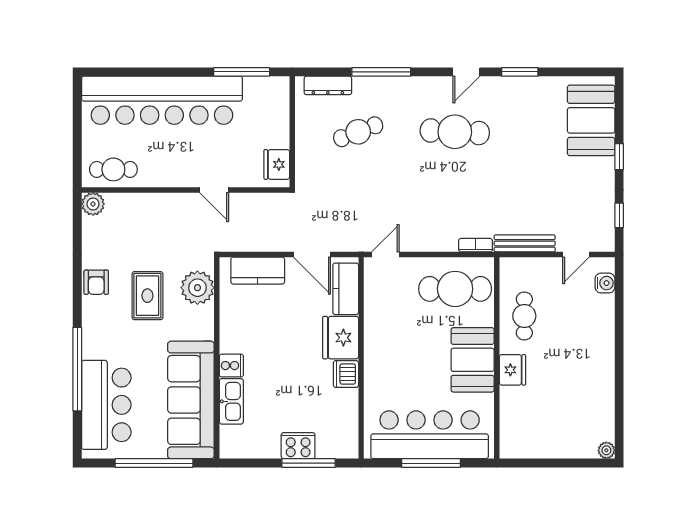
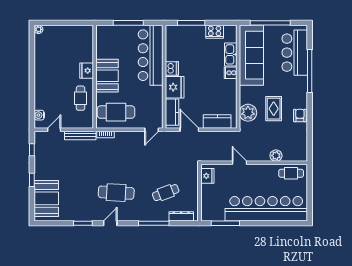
plant: (93, 204) -> (276, 156), moved
bar counter: (430, 435) -> (151, 55), moved, turned 90
cooker: (298, 446) -> (215, 32), moved

